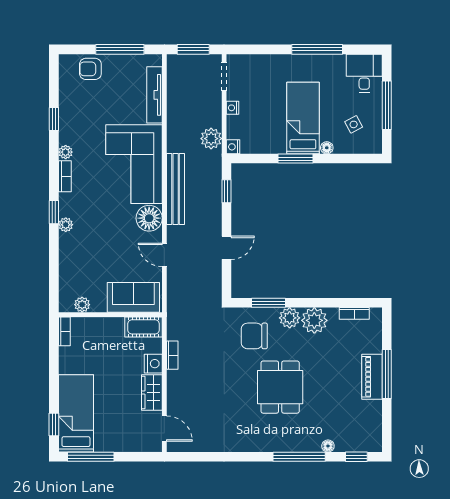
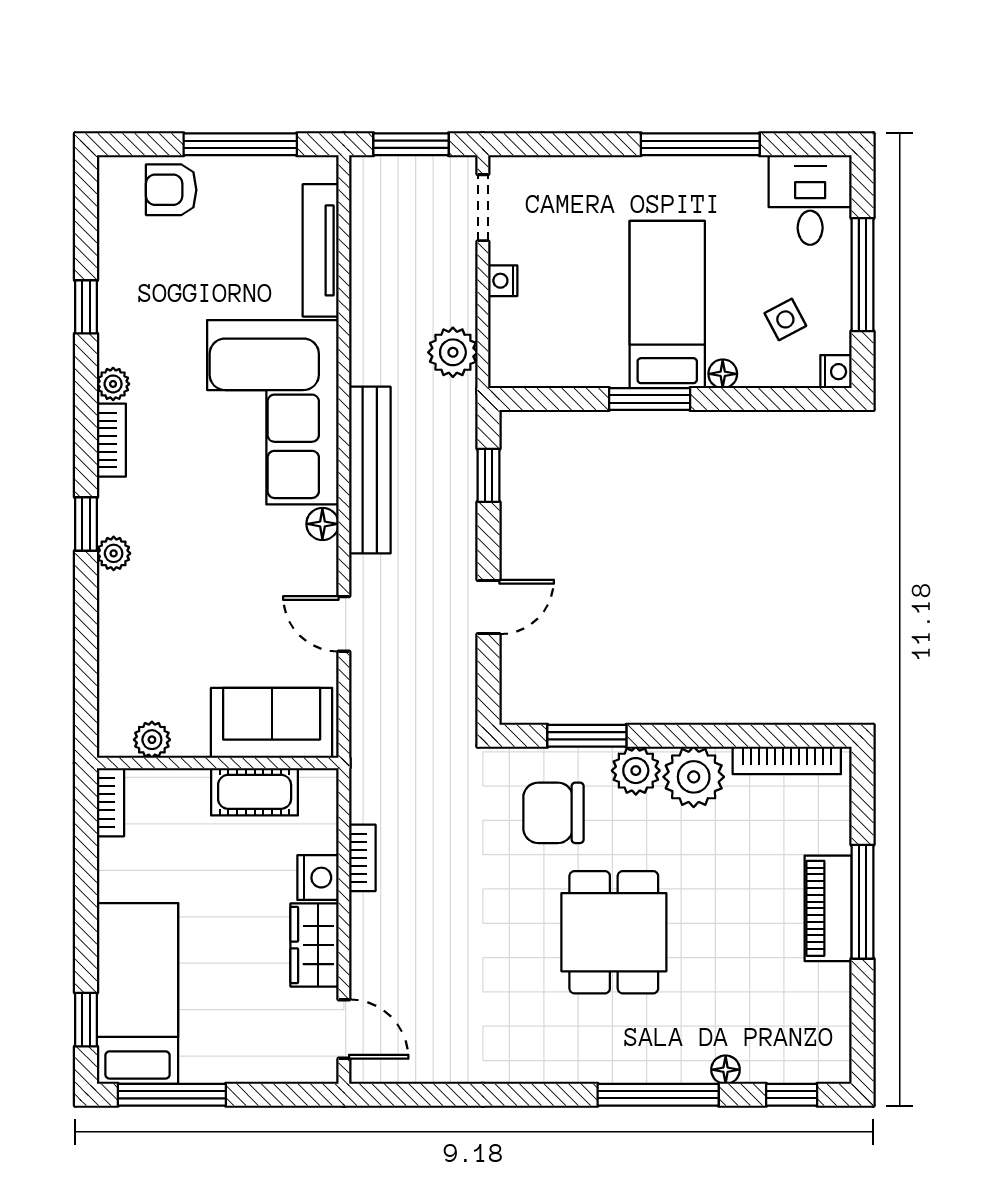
nightstand: (233, 147) -> (836, 372), moved, turned 180
floor lamp: (149, 218) -> (322, 524), width x0.53, depth x0.53
bookcase: (354, 313) -> (787, 760), width x1.56
cot: (144, 327) -> (255, 792), moved

